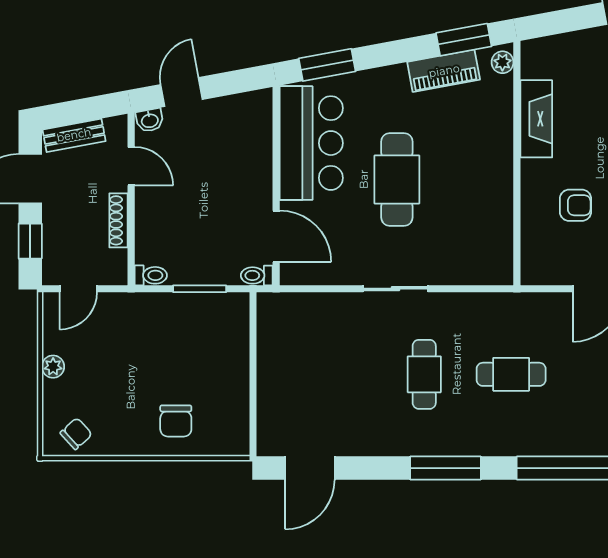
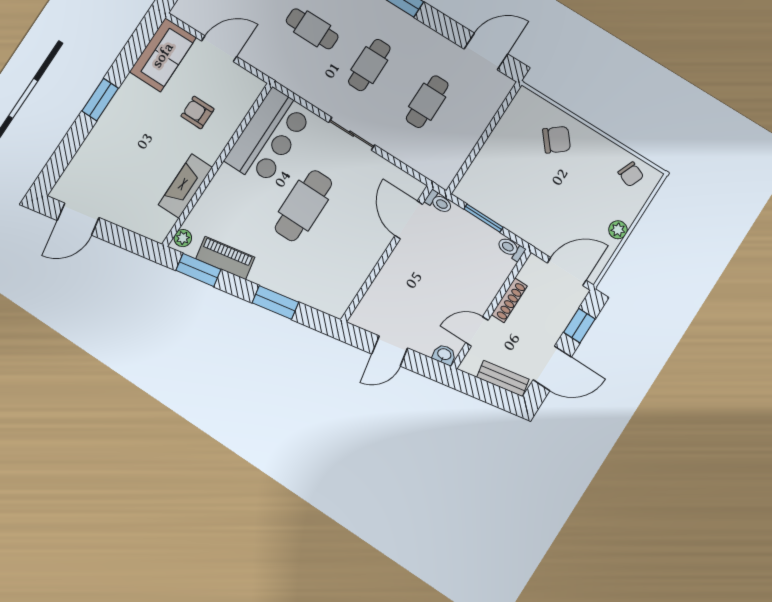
window: (327, 65) -> (275, 303), moved
door: (182, 92) -> (390, 351), moved
bar counter: (311, 143) -> (268, 137), moved, turned 180
door: (131, 166) -> (477, 331), hinge flipped
door: (78, 289) -> (567, 272), width x1.38
cafe table: (337, 374) -> (427, 102), added
chair: (176, 421) -> (557, 140), turned 51
chair: (76, 434) -> (631, 174), turned -116

